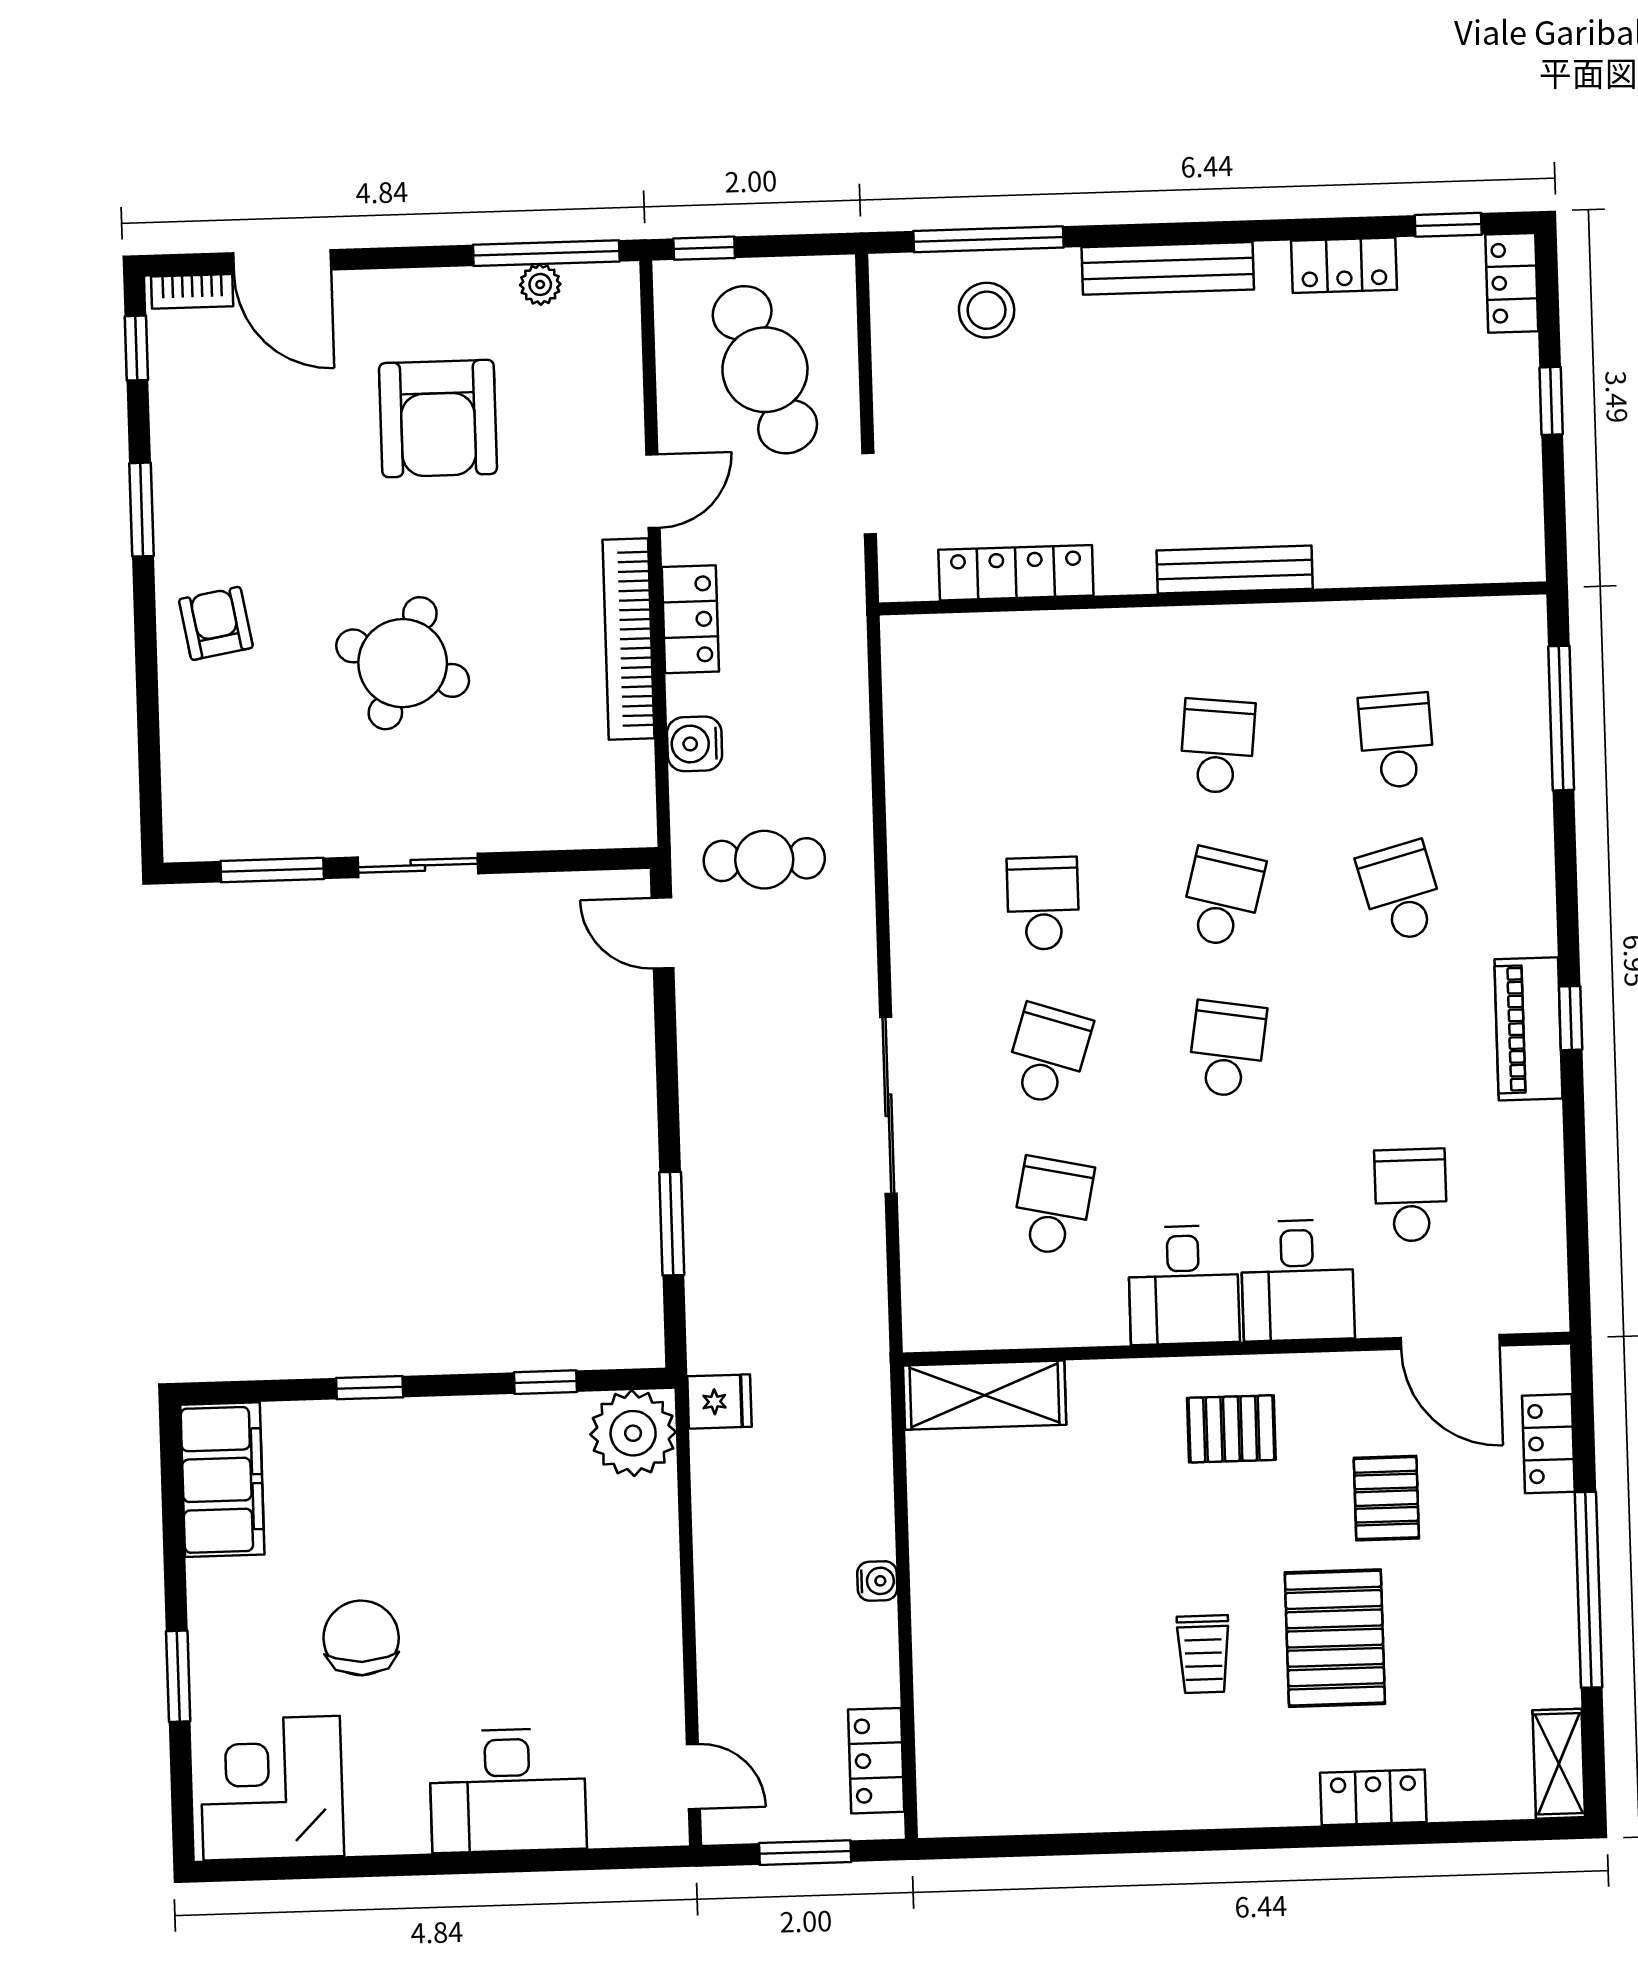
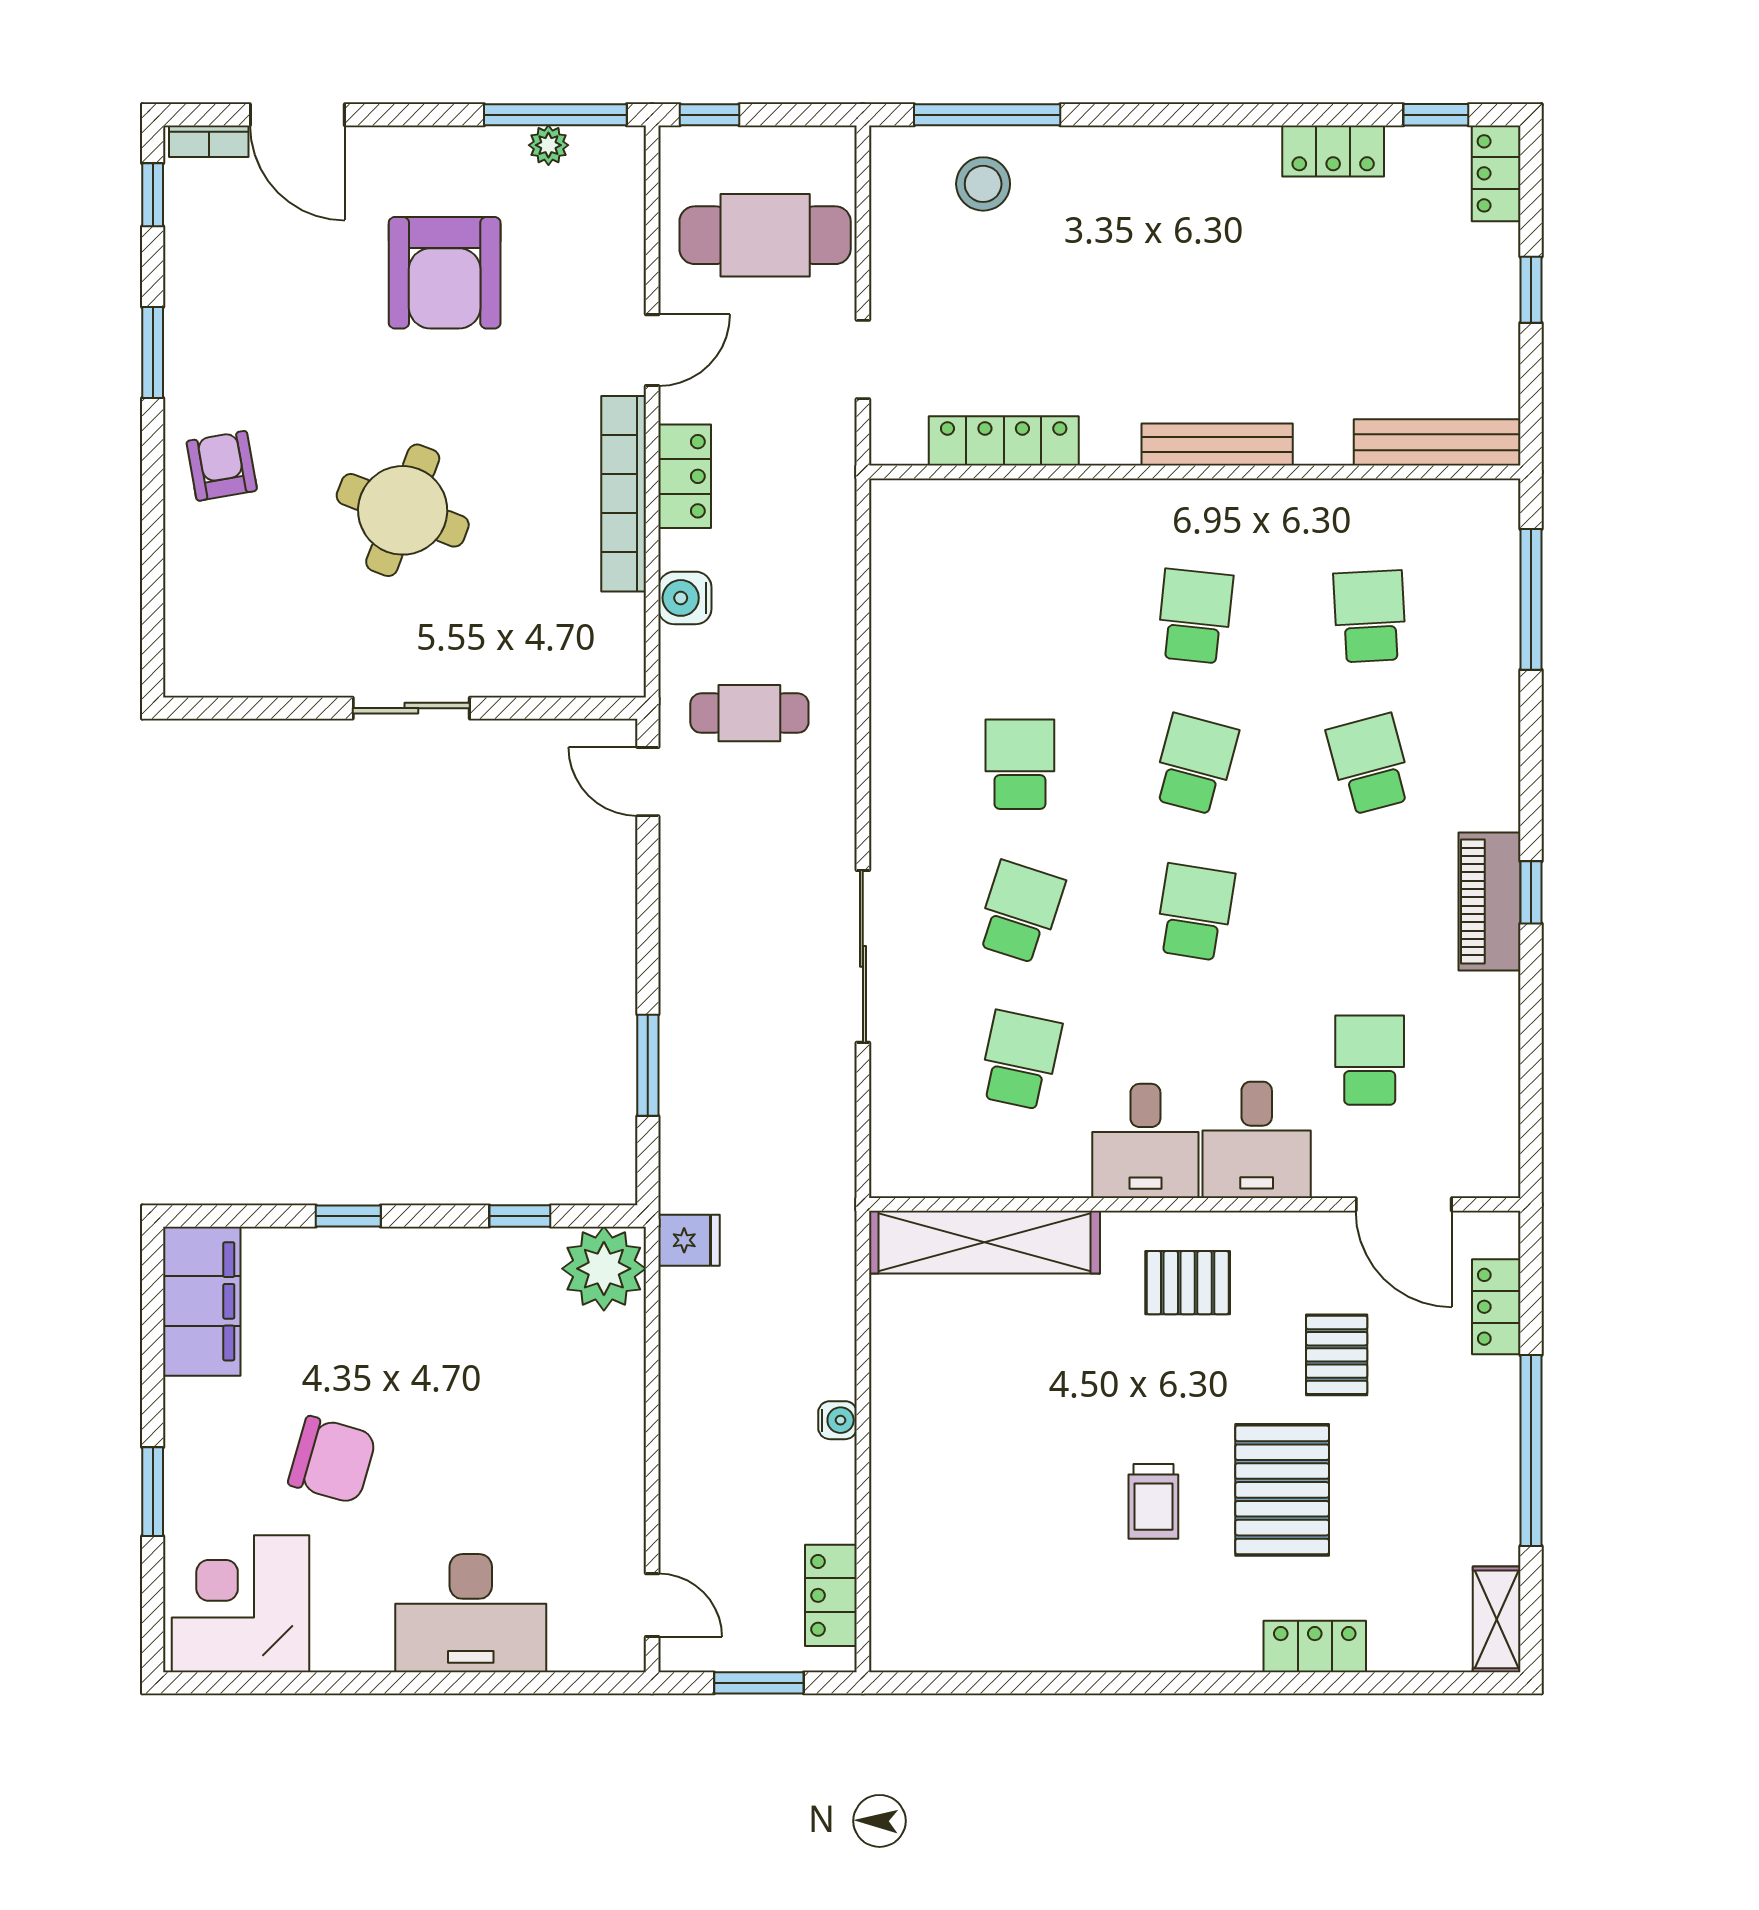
bench: (1168, 268) -> (1437, 442), moved
cafe table: (765, 370) -> (765, 235), turned -70
window: (272, 870) -> (269, 708), removed
shelving: (985, 1395) -> (985, 1242), width x1.47
chair: (361, 1638) -> (332, 1460), turned 106

